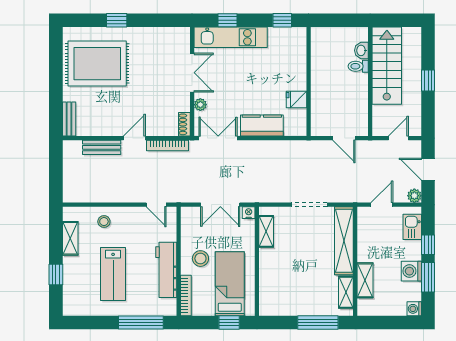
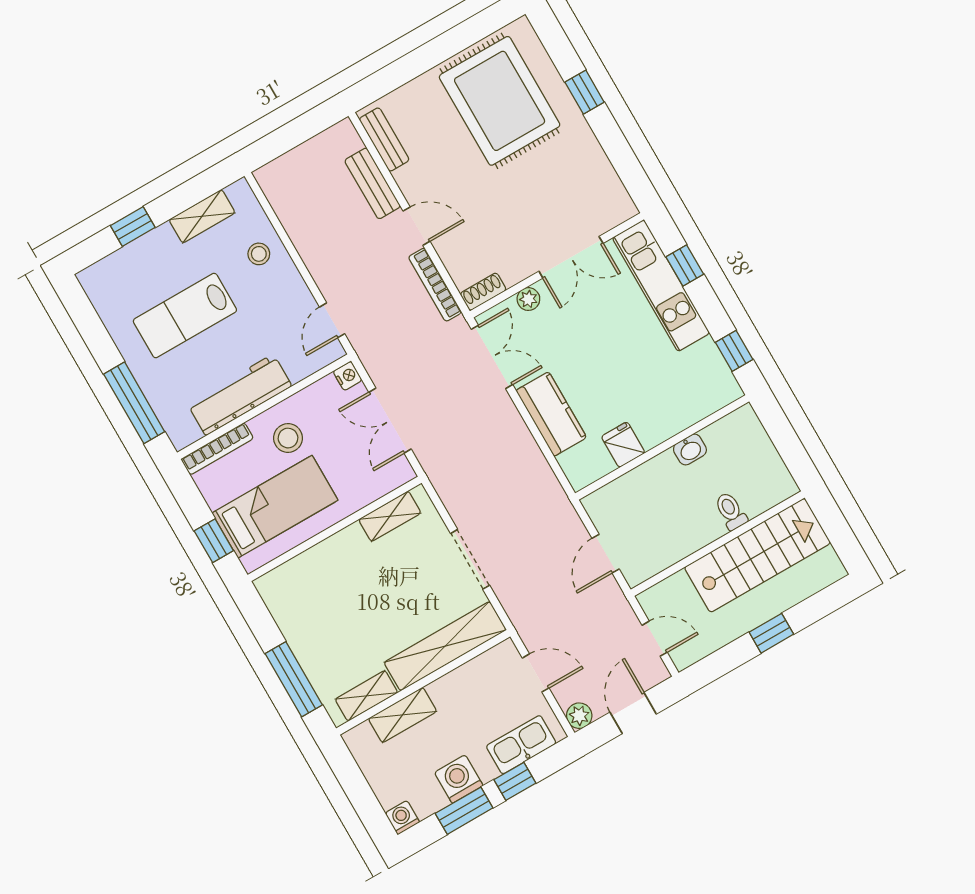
washbasin: (361, 50) -> (690, 449), moved, turned 180
bench: (69, 119) -> (384, 139), moved, turned 90
nightstand: (249, 213) -> (348, 376), moved
kitchen sink: (412, 227) -> (521, 745), width x1.38

